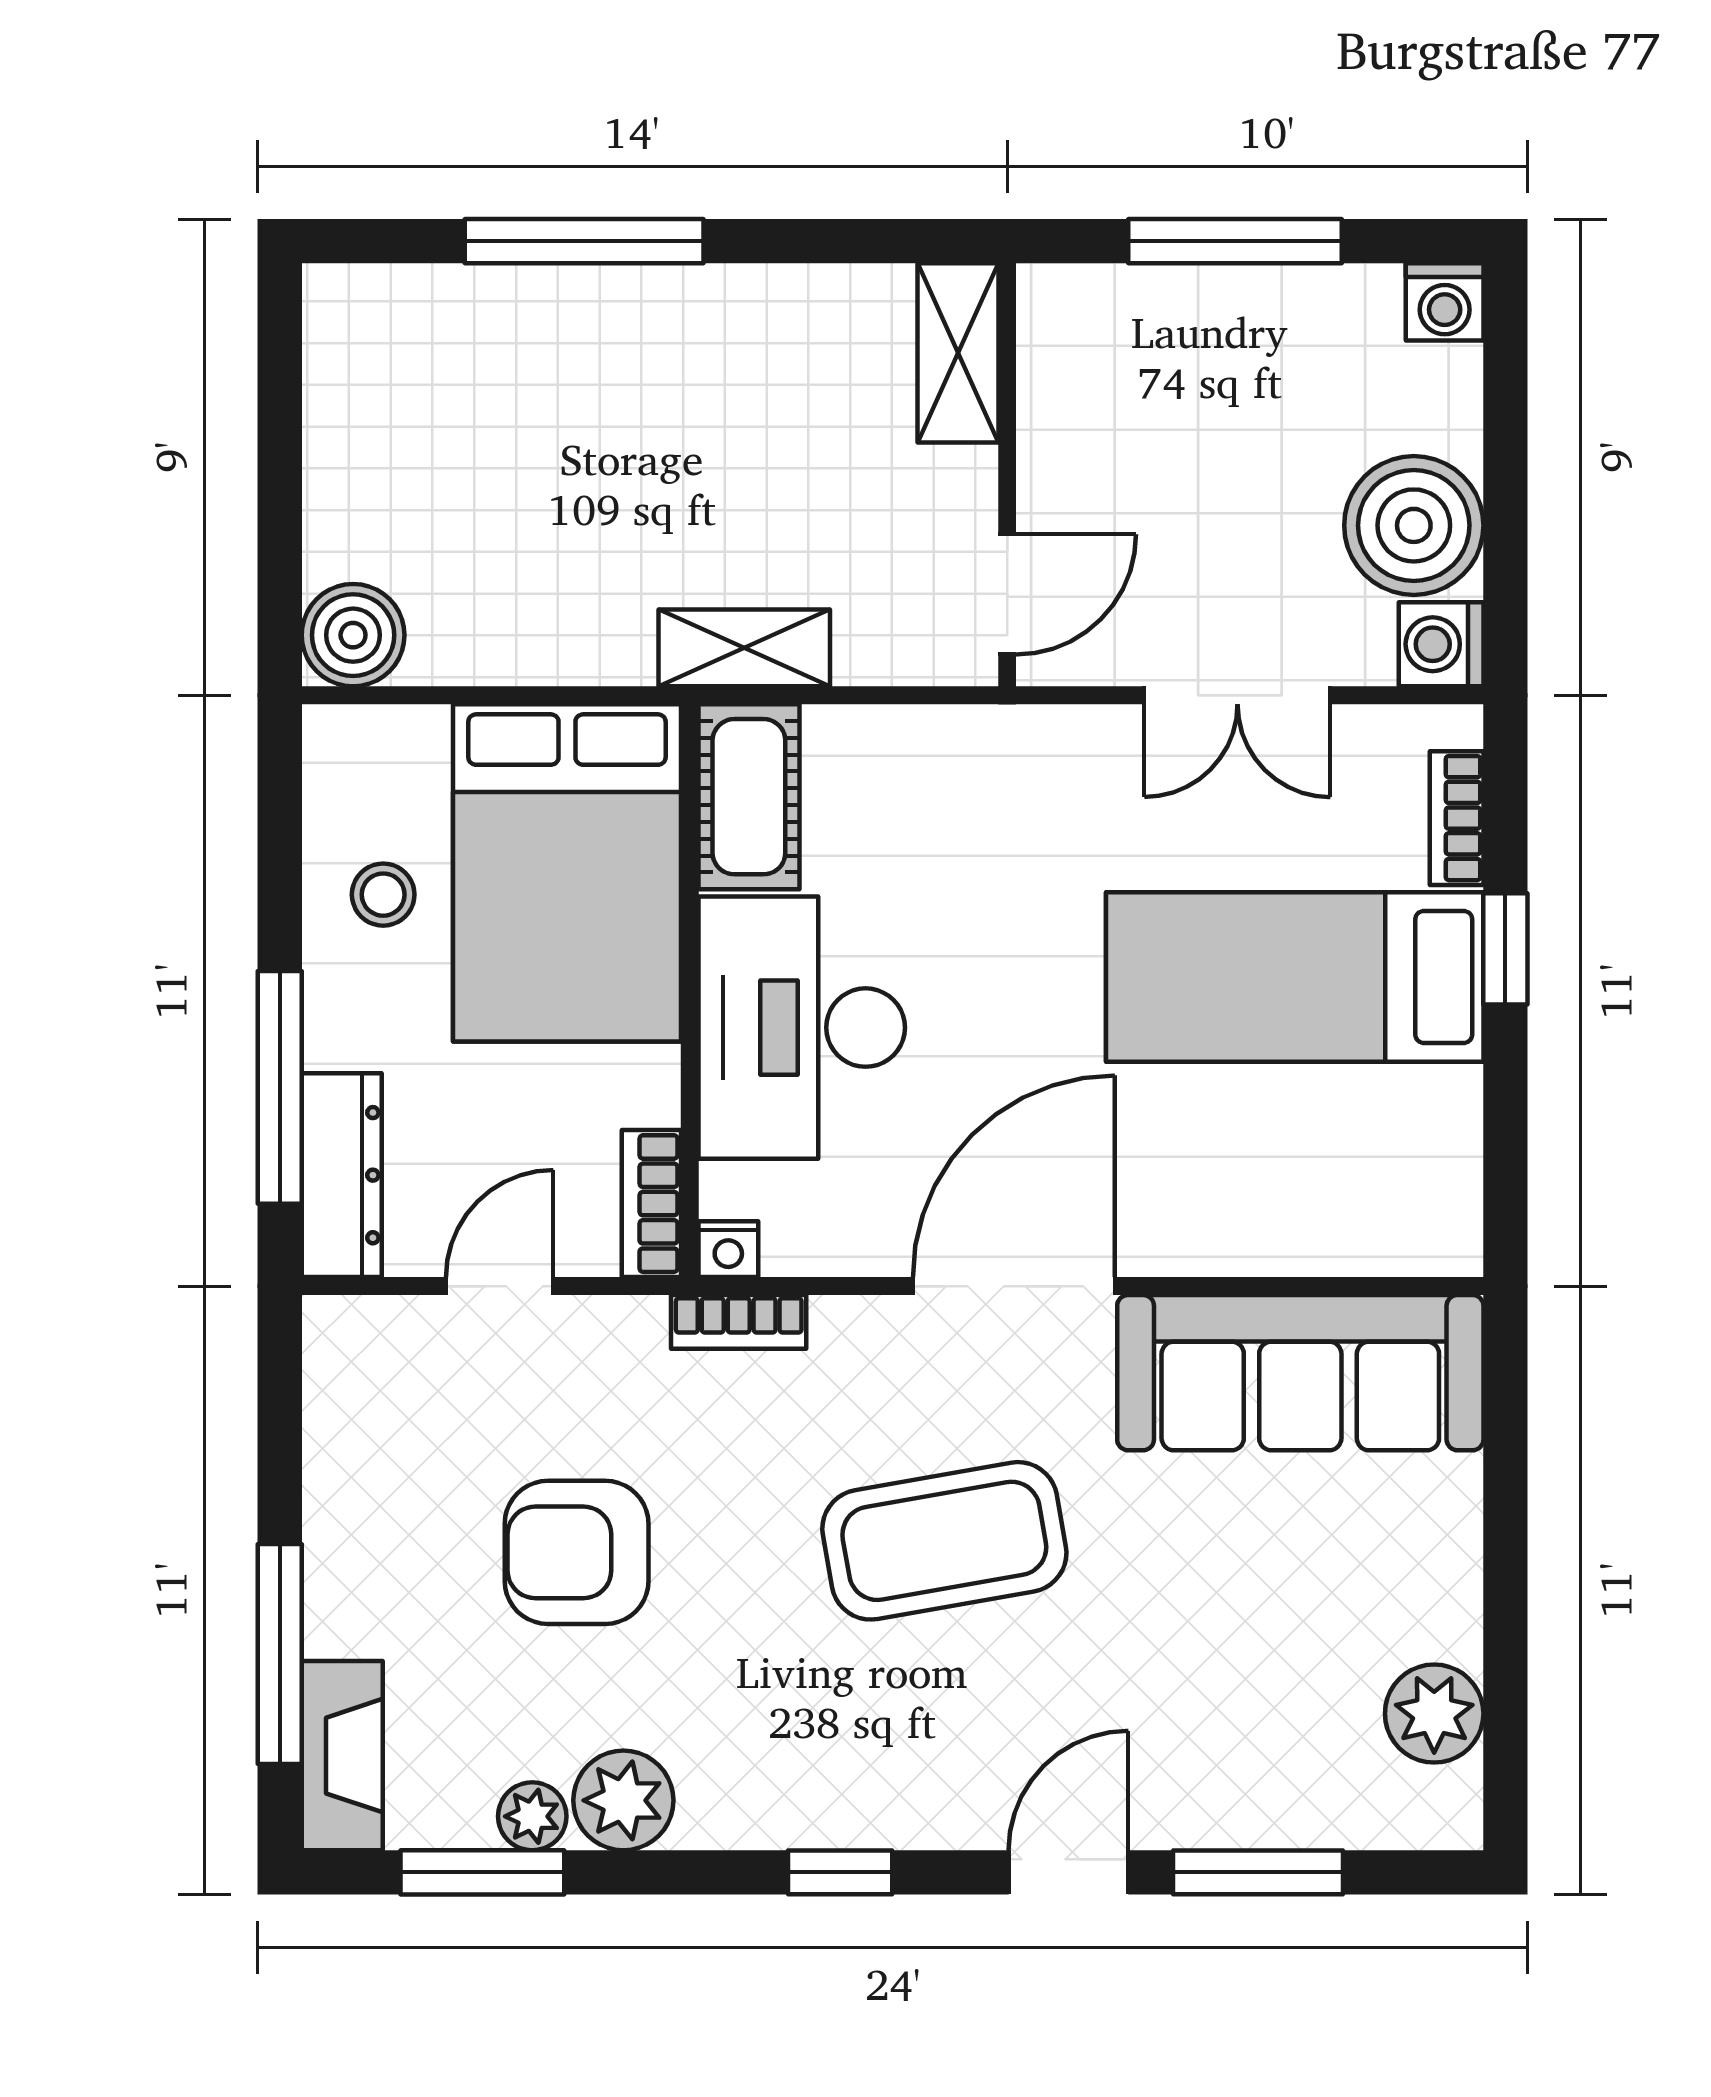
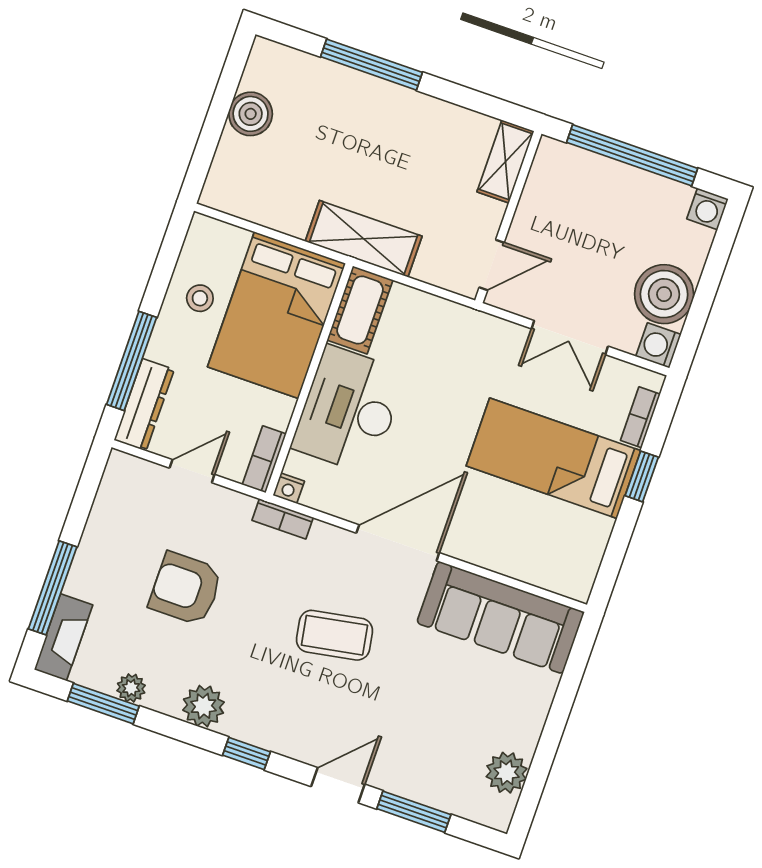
window: (1235, 241) -> (632, 155), width x1.46
boiler: (353, 635) -> (251, 114), moved
shelving: (744, 648) -> (364, 239), width x1.50, depth x1.33
coffee table: (944, 1541) -> (334, 635), width x0.73, depth x0.76
plant: (623, 1800) -> (203, 706), moved

